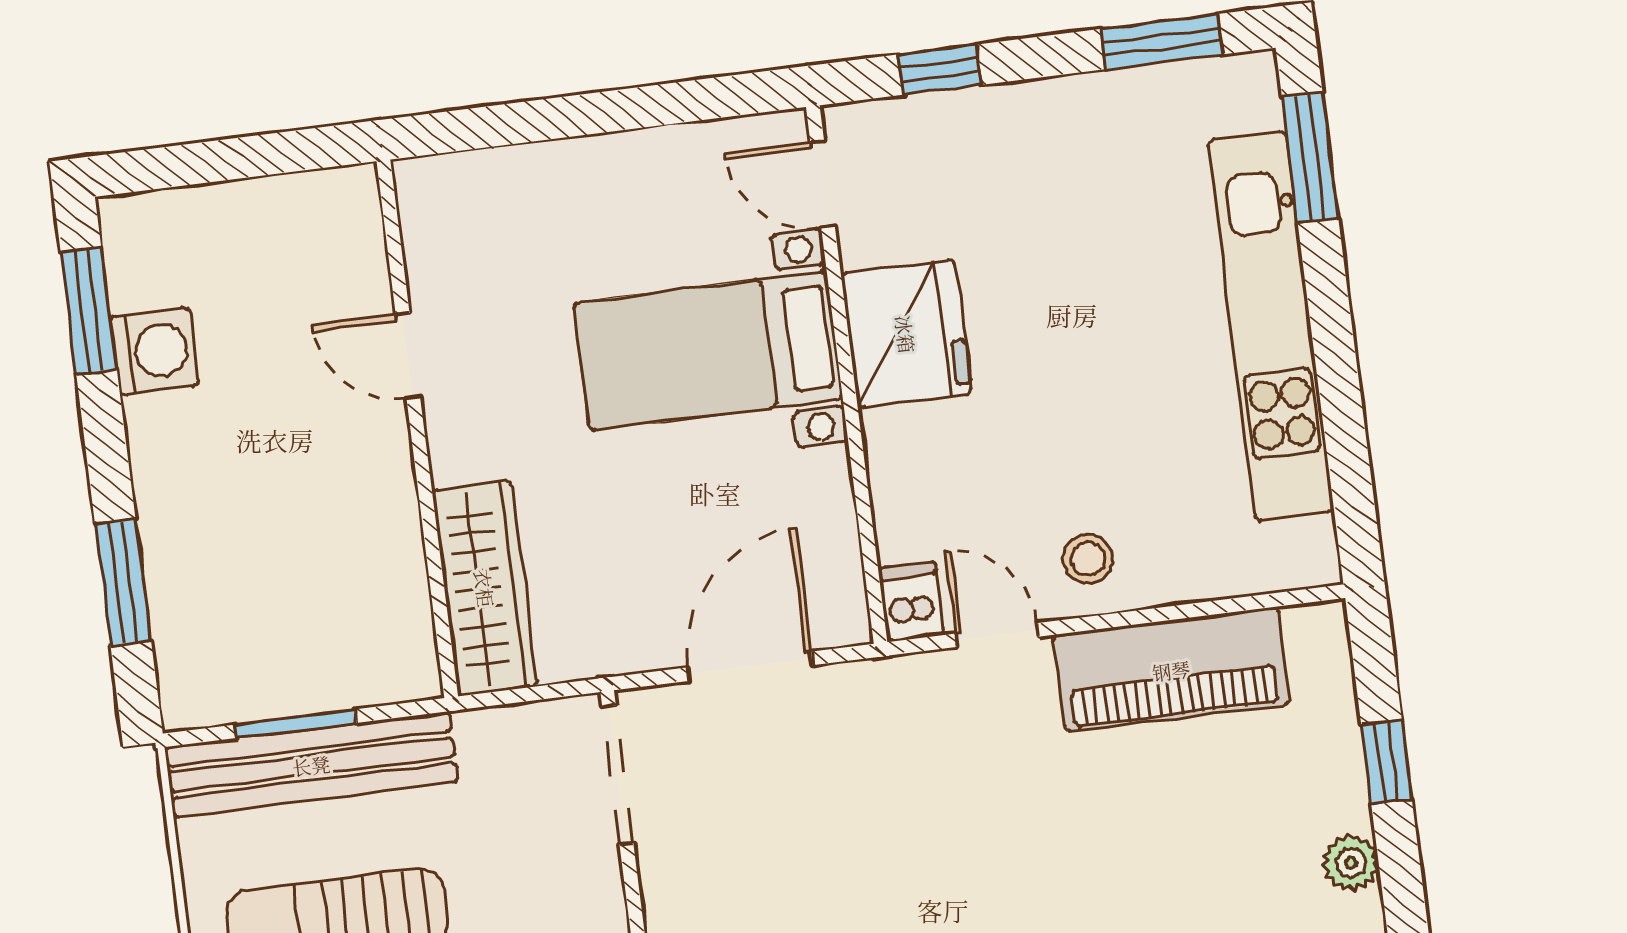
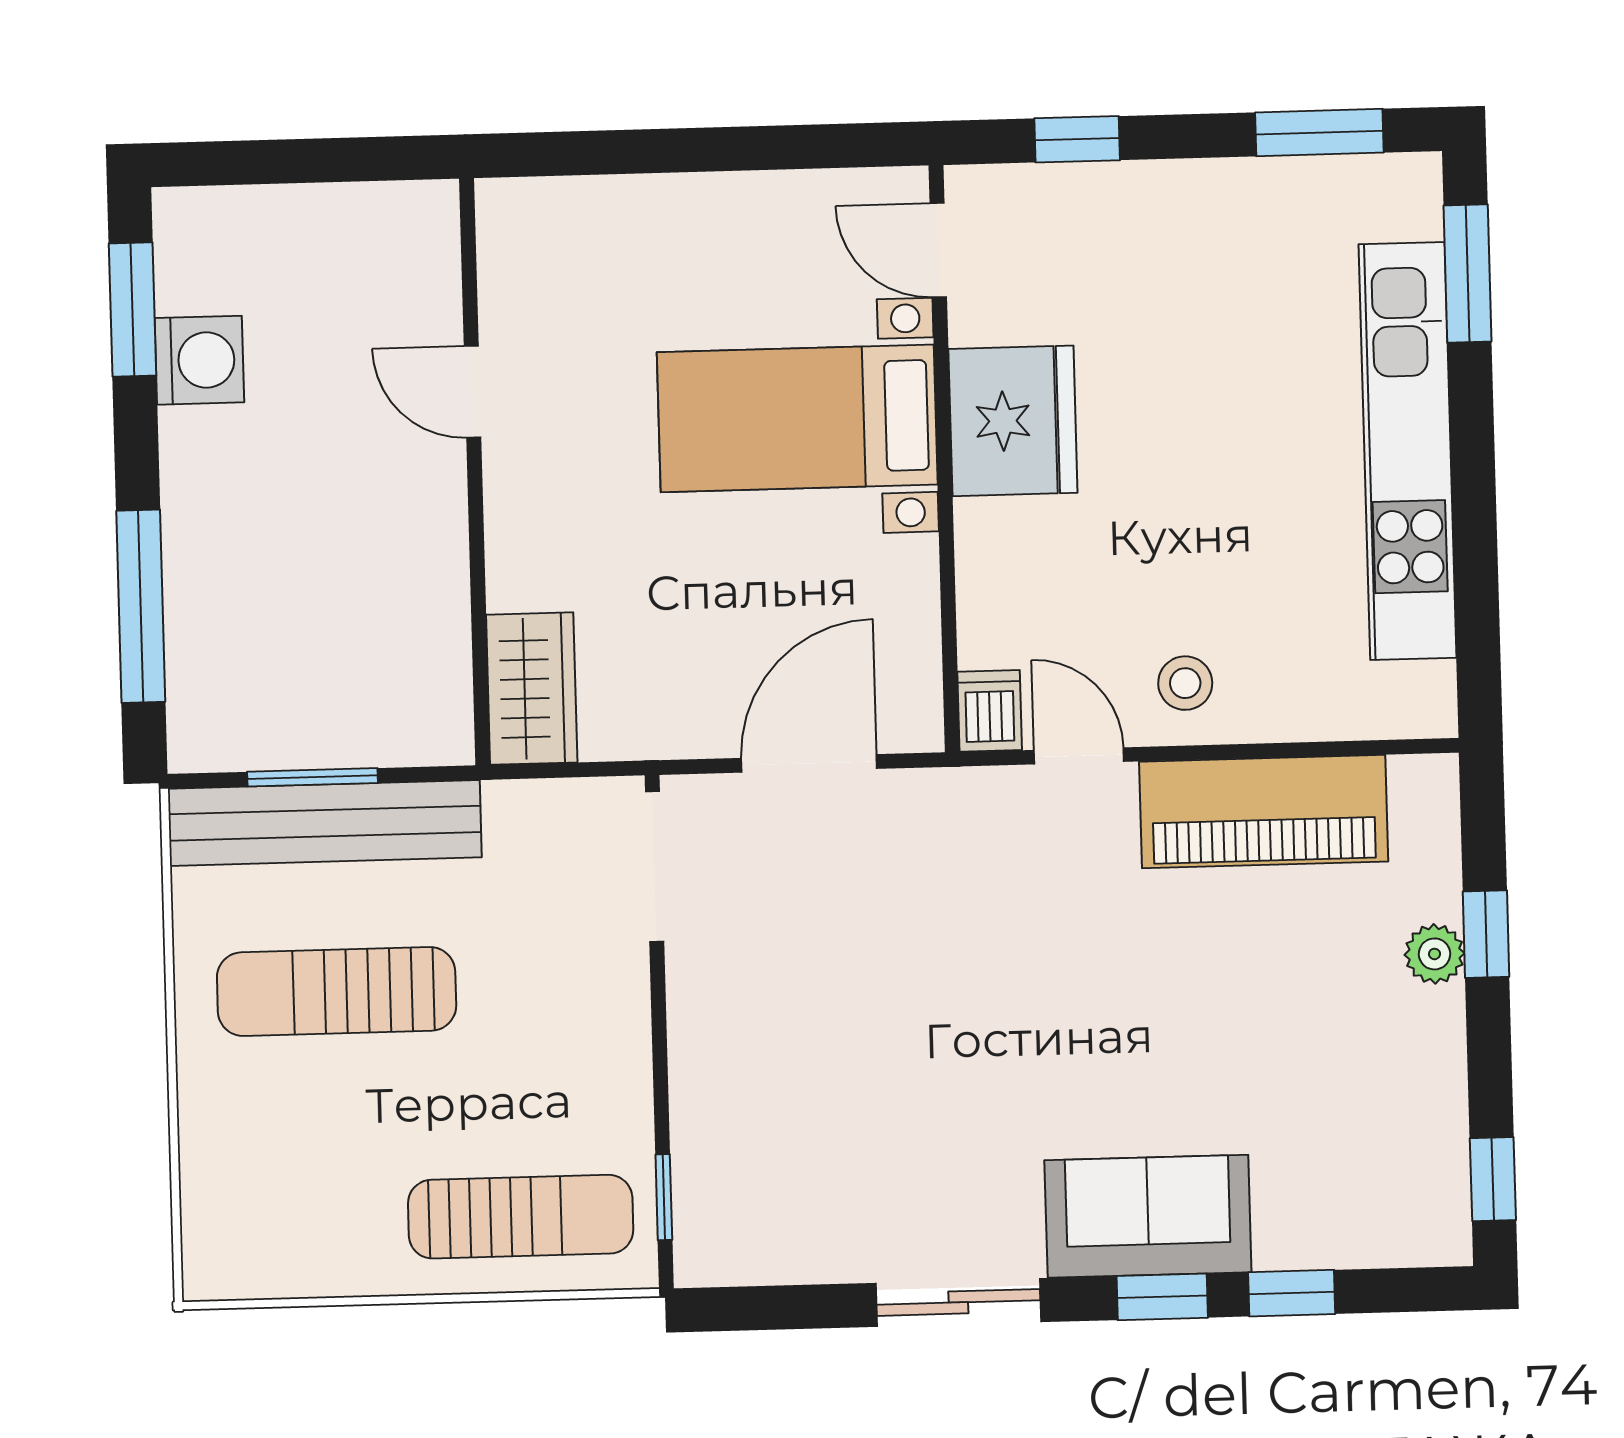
window: (123, 582) -> (141, 606), width x1.44
wardrobe: (485, 588) -> (532, 689), width x0.67
plant: (1351, 863) -> (1435, 954), moved

